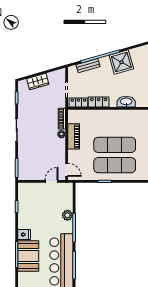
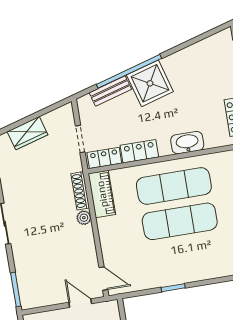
shower: (121, 62) -> (150, 83), moved
piano: (74, 136) -> (102, 194), moved
exercise mat: (115, 165) -> (174, 186), moved
door: (52, 181) -> (80, 303), hinge flipped

